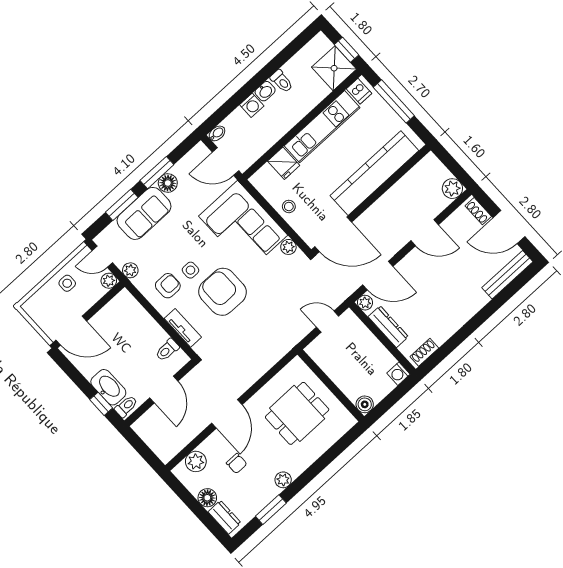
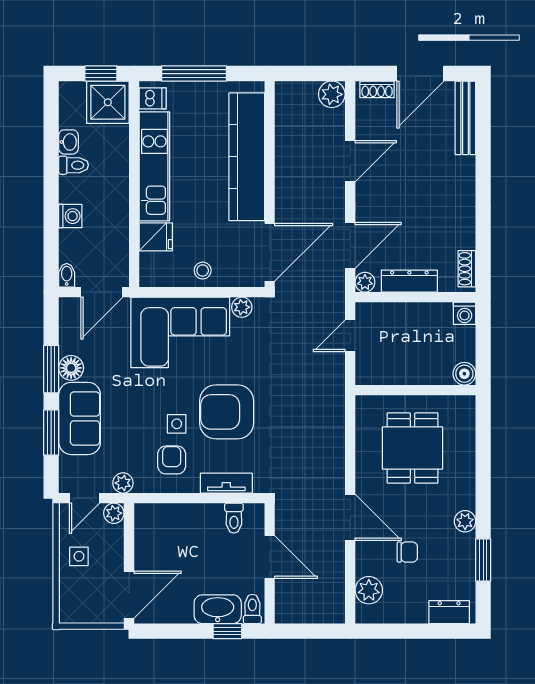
washbasin: (265, 91) -> (68, 142), moved
floor lamp: (207, 498) -> (415, 611), removed

